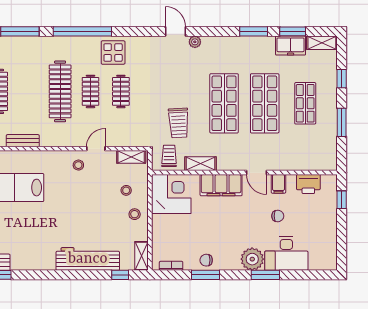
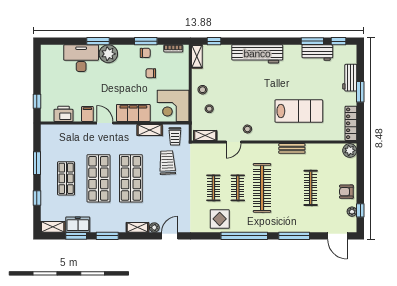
door: (175, 31) -> (170, 236), swing flipped
shelving: (216, 42) -> (137, 227), added
chair: (278, 216) -> (151, 73), moved
workbench: (88, 259) -> (257, 54), moved

